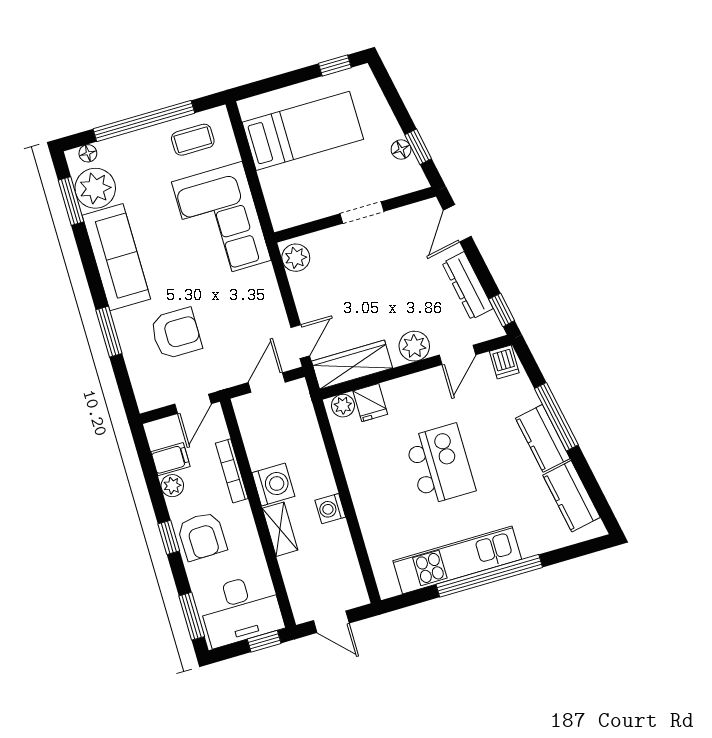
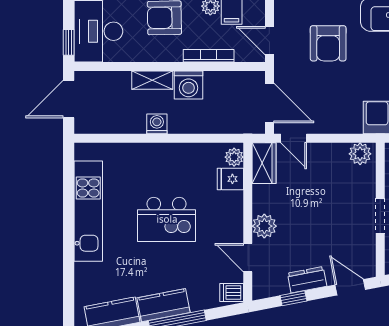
dresser: (468, 286) -> (307, 280), width x0.70
window: (502, 310) -> (293, 298), moved
wardrobe: (352, 365) -> (264, 163), width x0.67
door: (267, 382) -> (269, 103), width x1.38
window: (489, 576) -> (69, 232), removed
door: (331, 622) -> (69, 99), width x1.38

